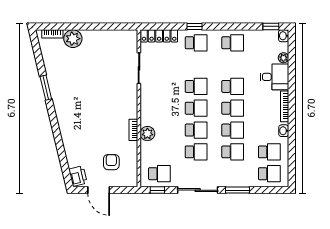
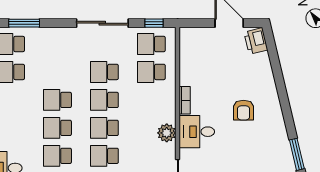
desk: (124, 105) -> (197, 132), added
plant: (147, 134) -> (167, 133), moved
school desk: (233, 152) -> (151, 72), moved
armchair: (111, 162) -> (243, 110), moved
window: (238, 190) -> (24, 23), moved

